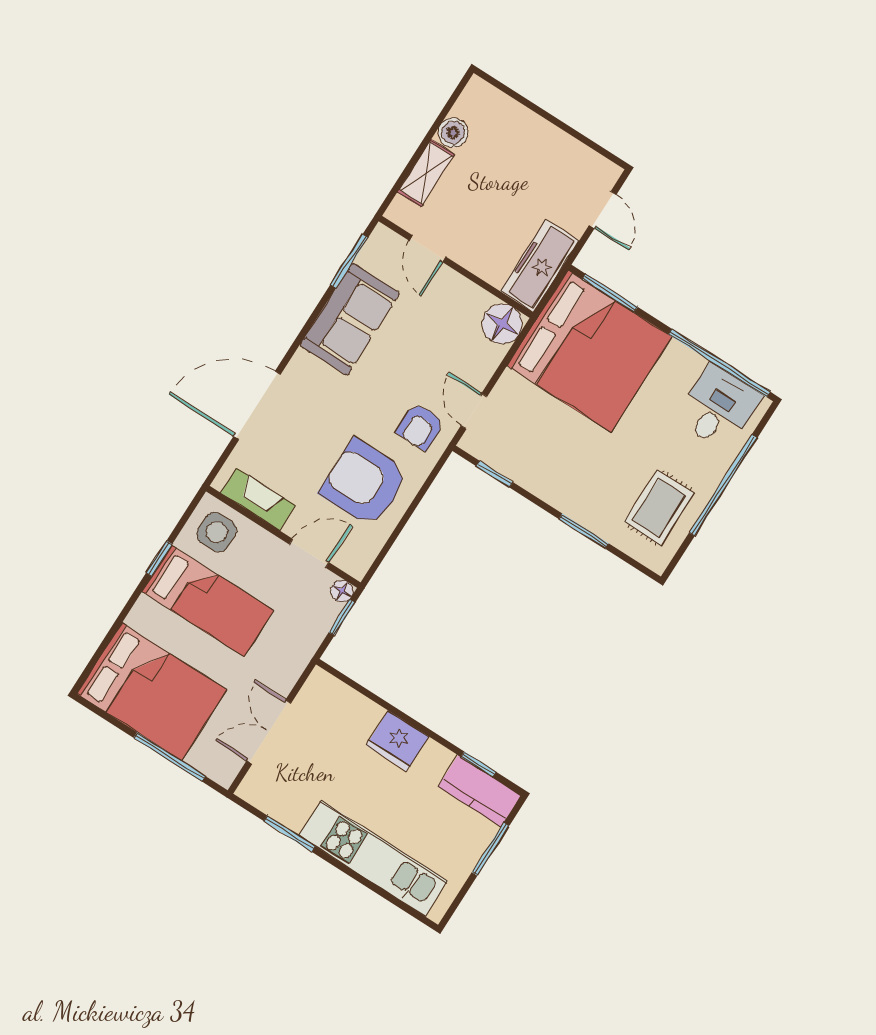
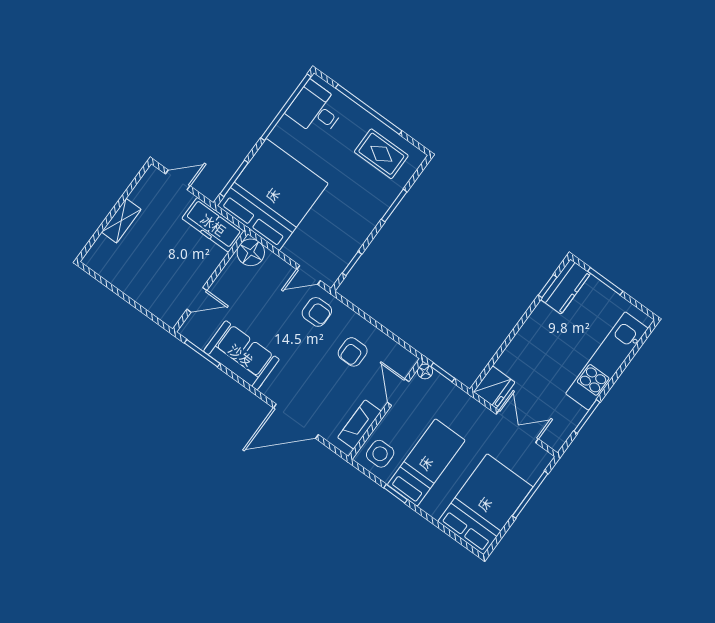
boiler: (453, 133) -> (119, 278), removed
shelving: (426, 173) -> (121, 221), moved, turned 90
door: (257, 405) -> (296, 421), hinge flipped
armchair: (364, 483) -> (353, 352), width x0.53, depth x0.53
double door: (269, 732) -> (517, 427), swing flipped
fridge: (397, 741) -> (494, 387), moved

